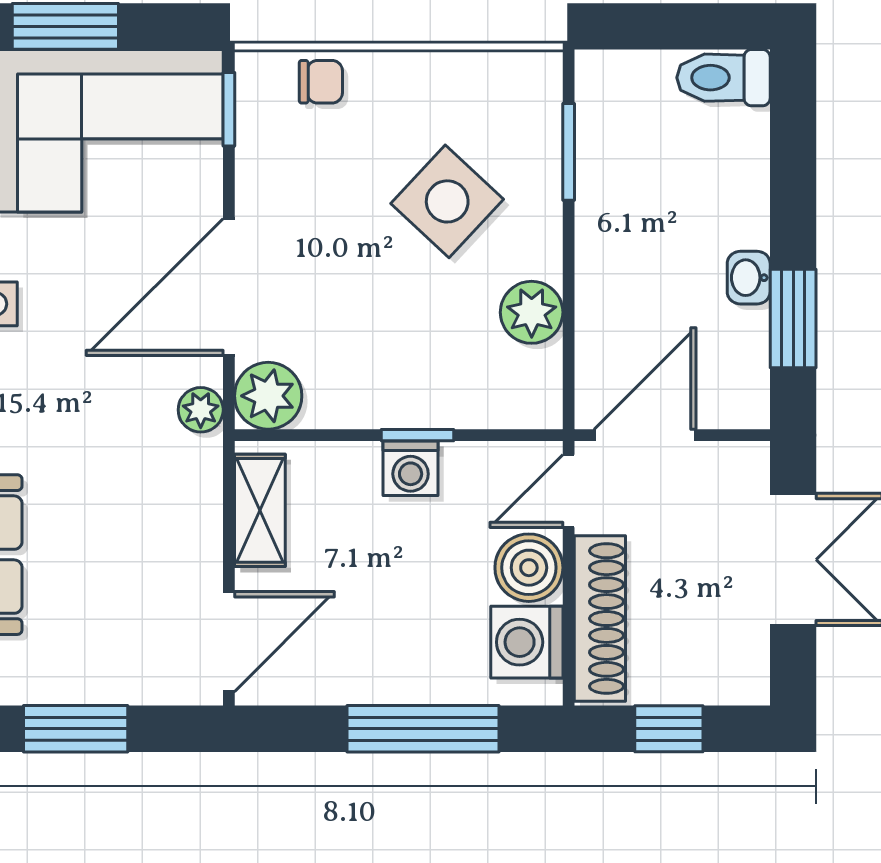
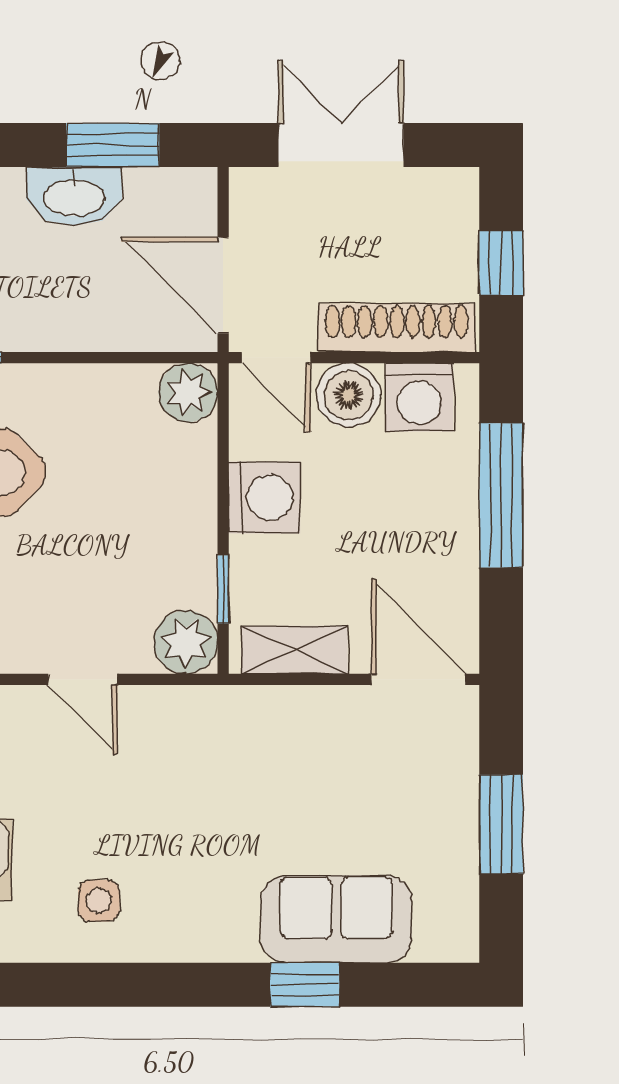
washbasin: (749, 278) -> (74, 196), width x1.91, depth x1.45
door: (229, 287) -> (83, 679), width x0.53
plant: (532, 312) -> (188, 393), moved
plant: (201, 410) -> (199, 706), removed
window: (418, 435) -> (223, 590), moved
washing machine: (411, 468) -> (264, 497), width x1.38, depth x1.38

